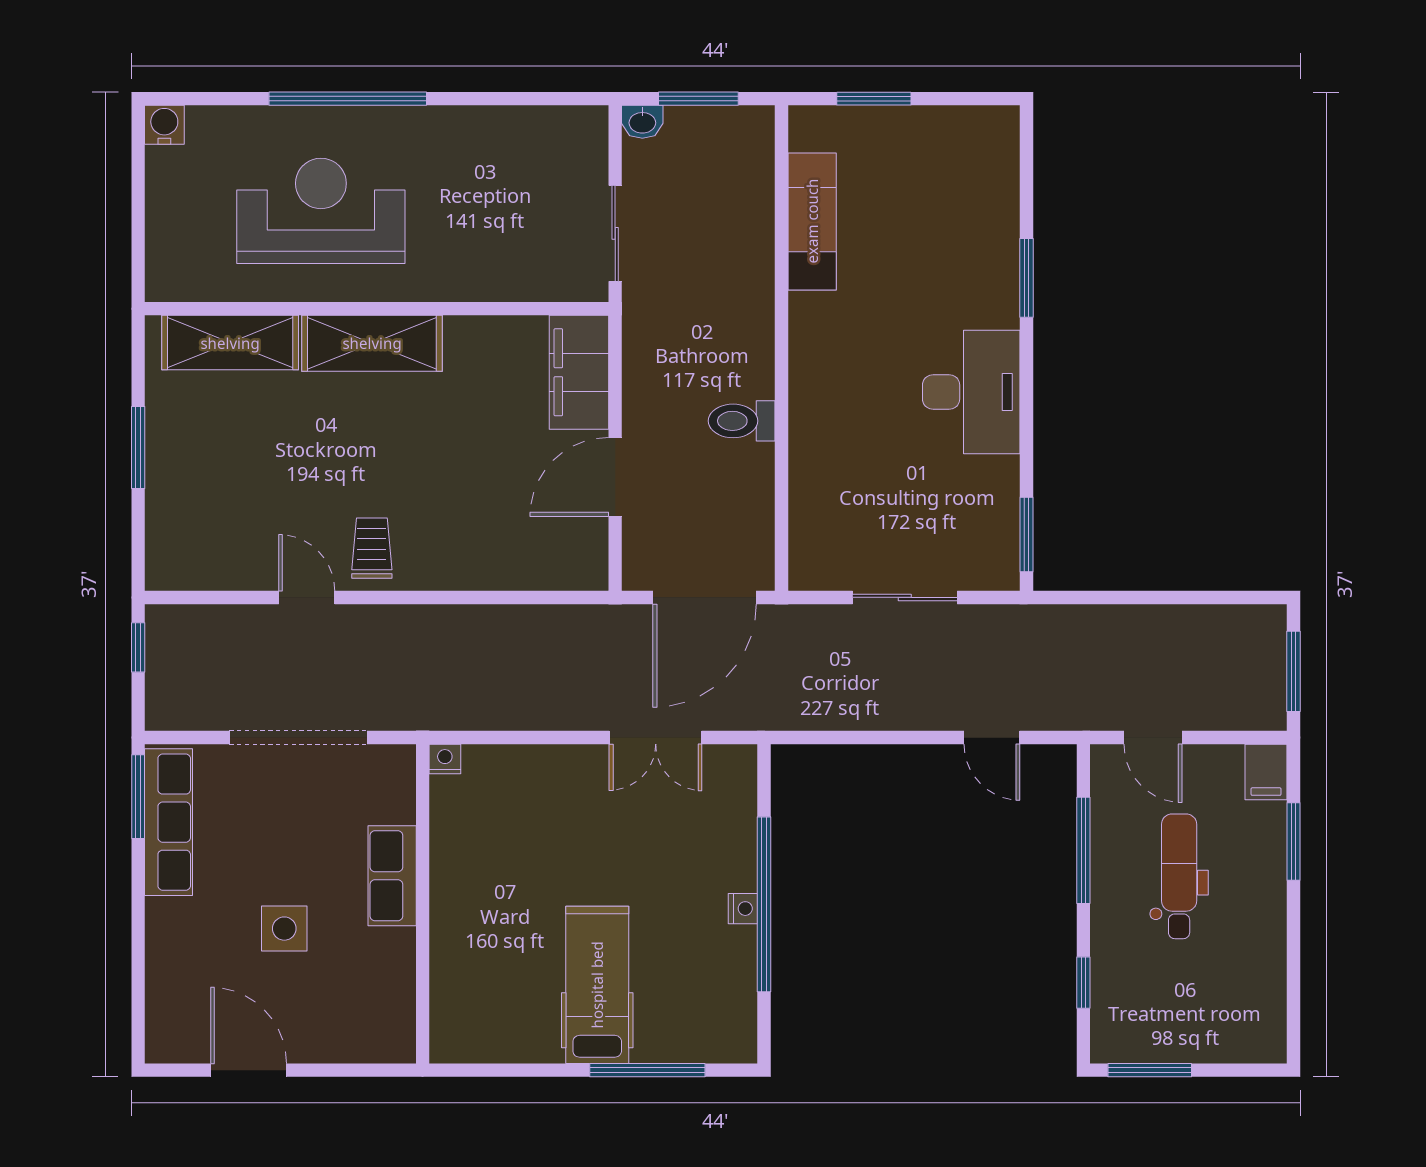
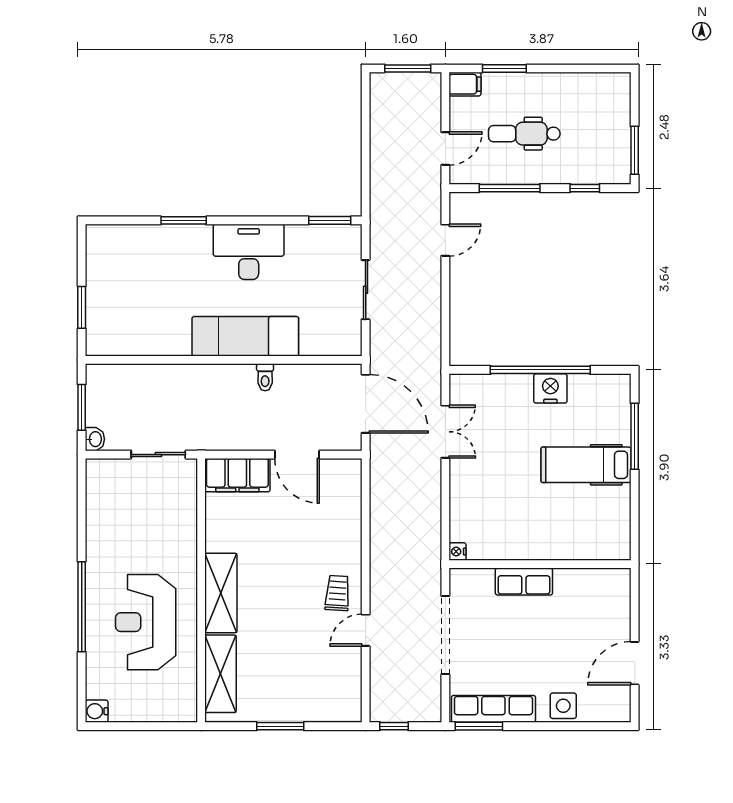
exam couch: (812, 221) -> (245, 336), moved, width x1.36, depth x1.45
toilet: (742, 421) -> (265, 377), width x0.73, depth x0.72
trolley: (372, 548) -> (337, 593), turned 94
nightstand: (743, 909) -> (550, 388), width x1.89, depth x1.79
side table: (284, 929) -> (563, 706), moved

